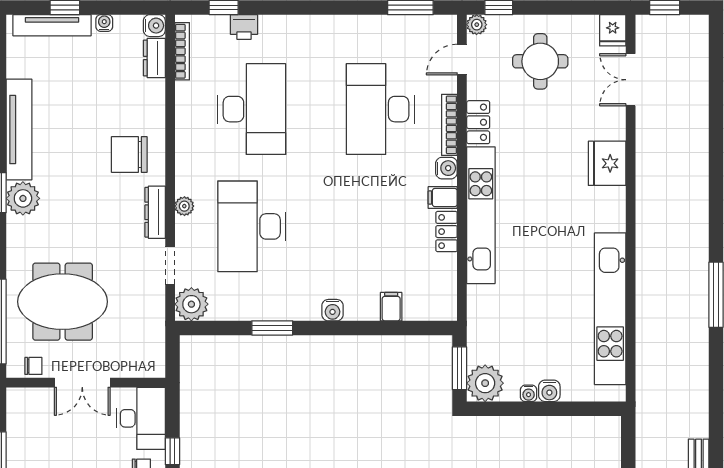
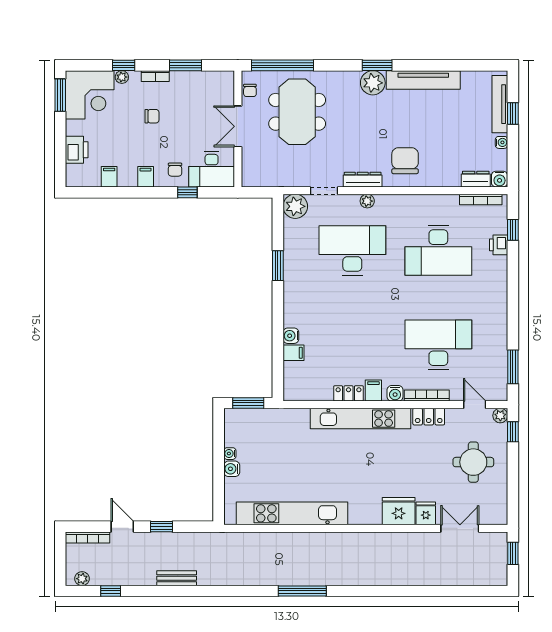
fridge: (613, 30) -> (426, 513), moved, turned 90
water cooler: (333, 310) -> (291, 336), moved
plant: (485, 383) -> (237, 422), removed

